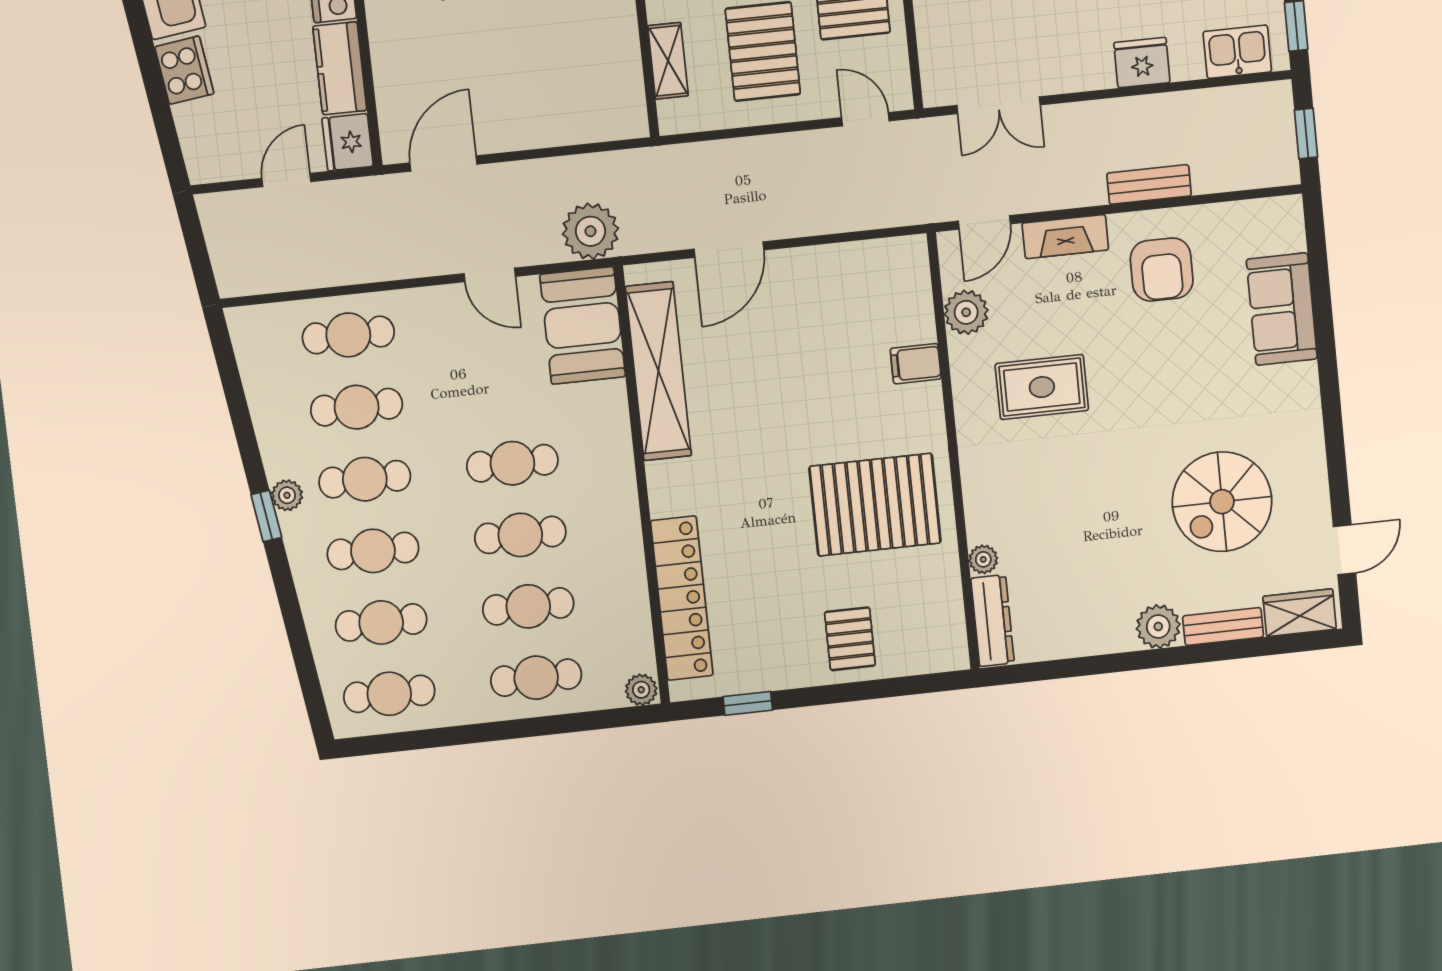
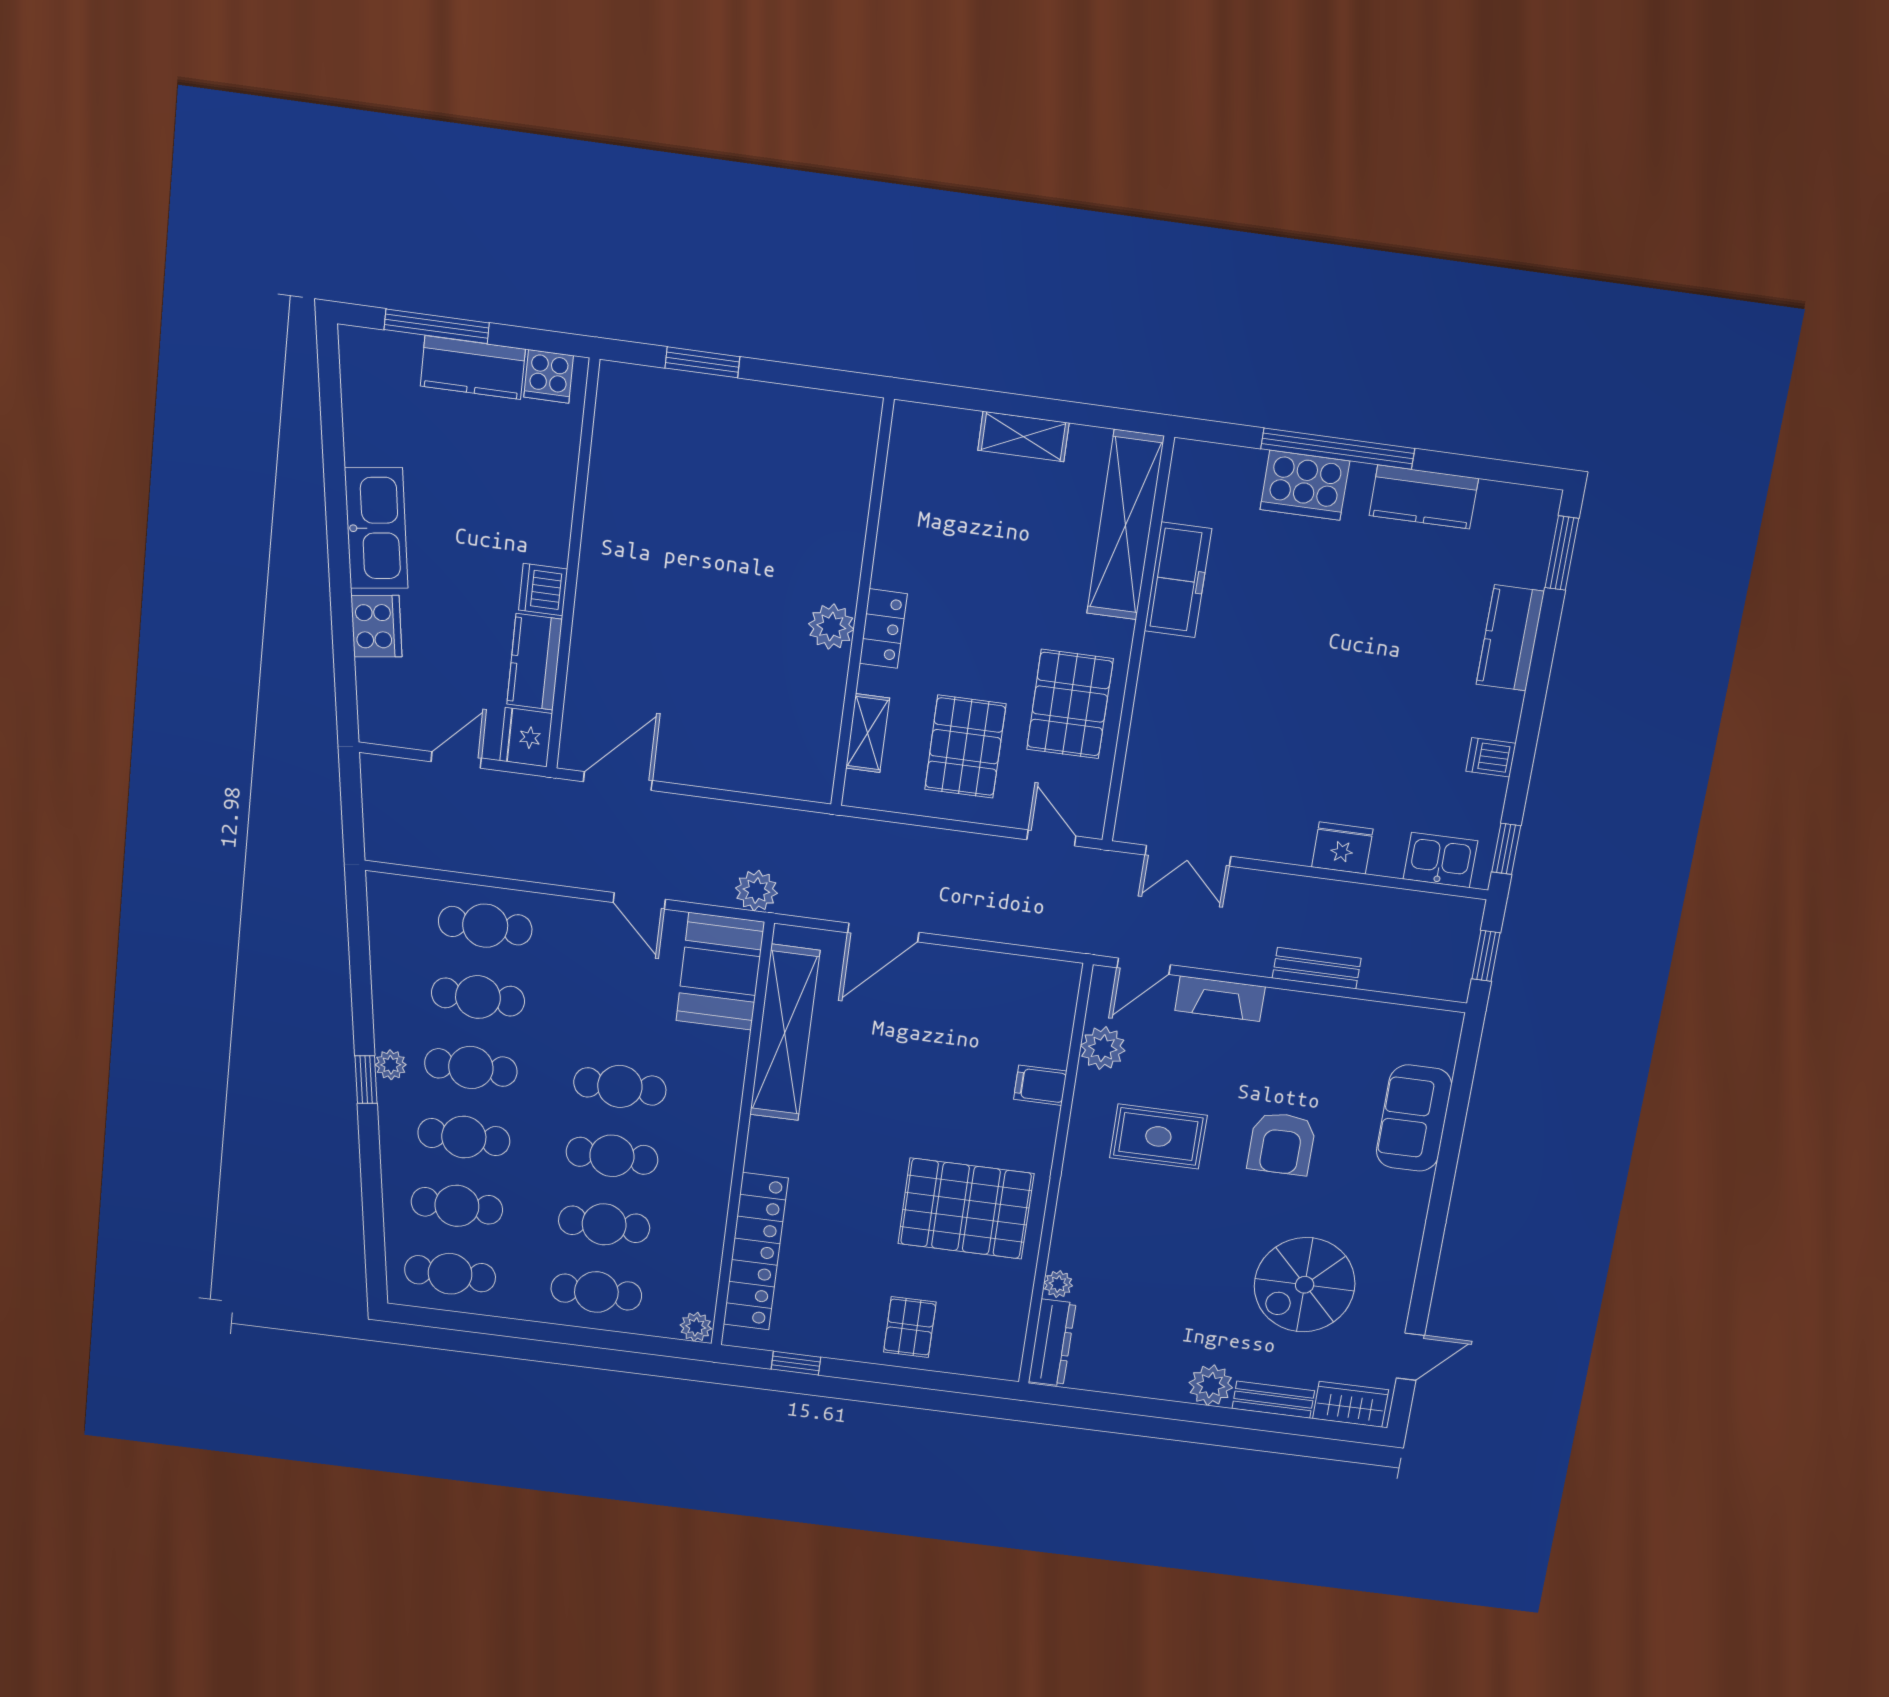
plant: (590, 231) -> (756, 891), width x0.73, depth x0.73
armchair: (1162, 270) -> (1282, 1144), moved

